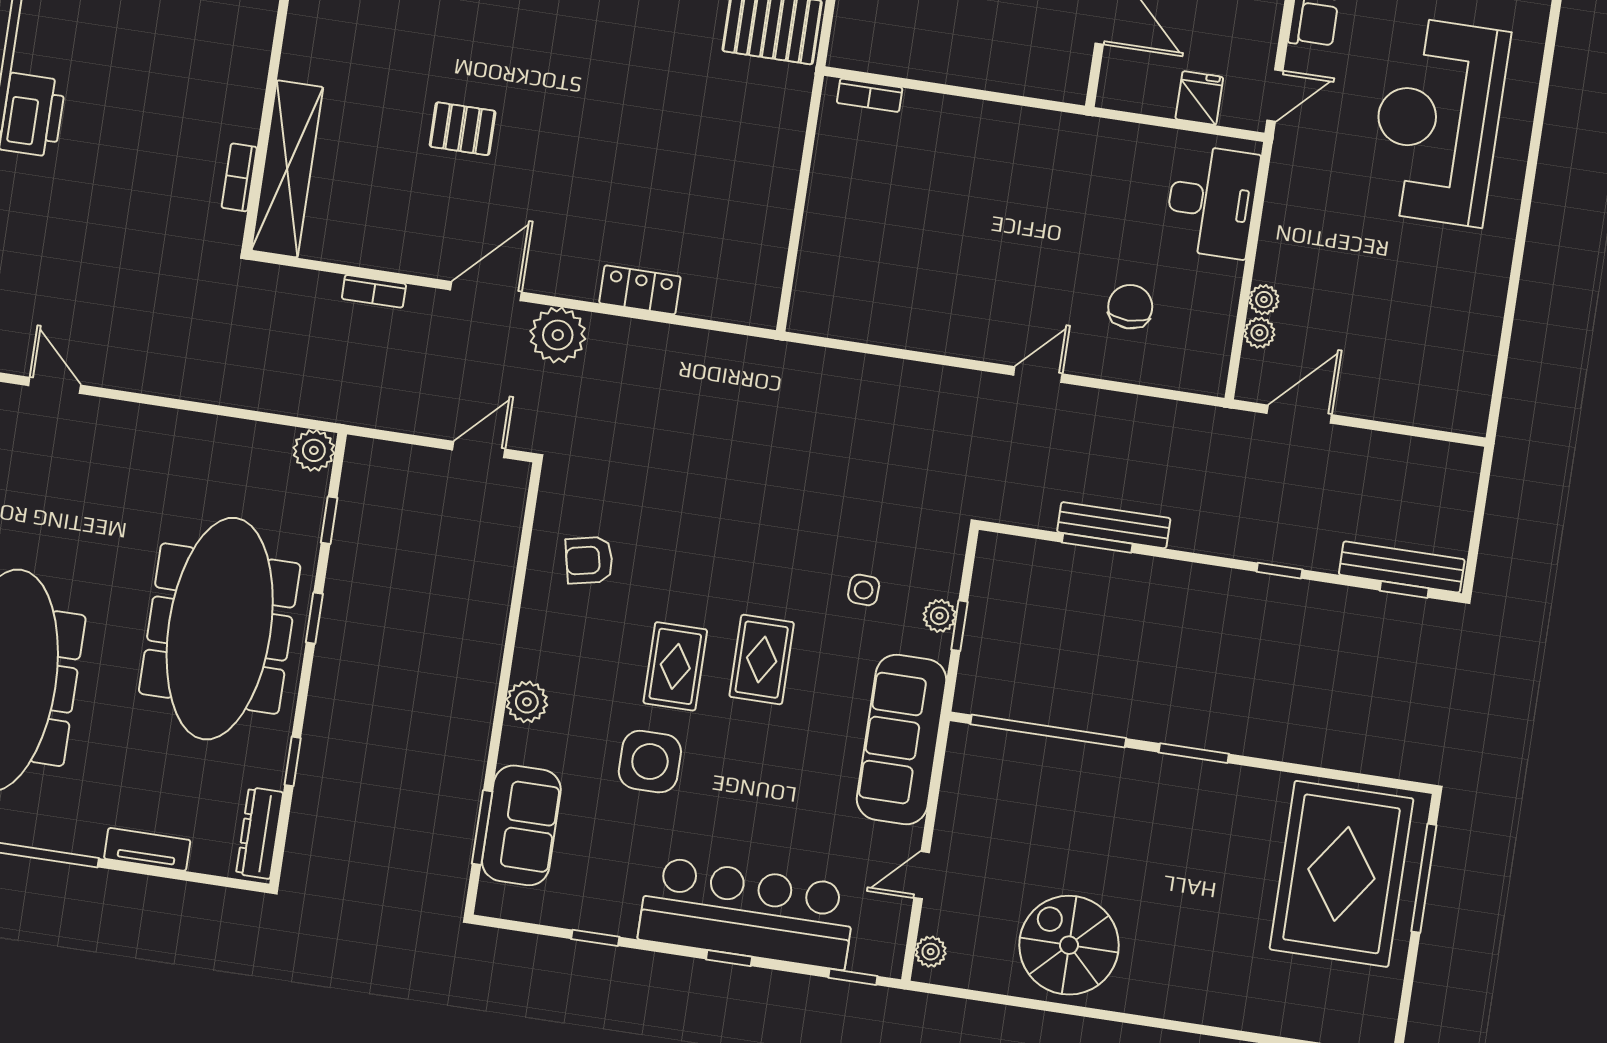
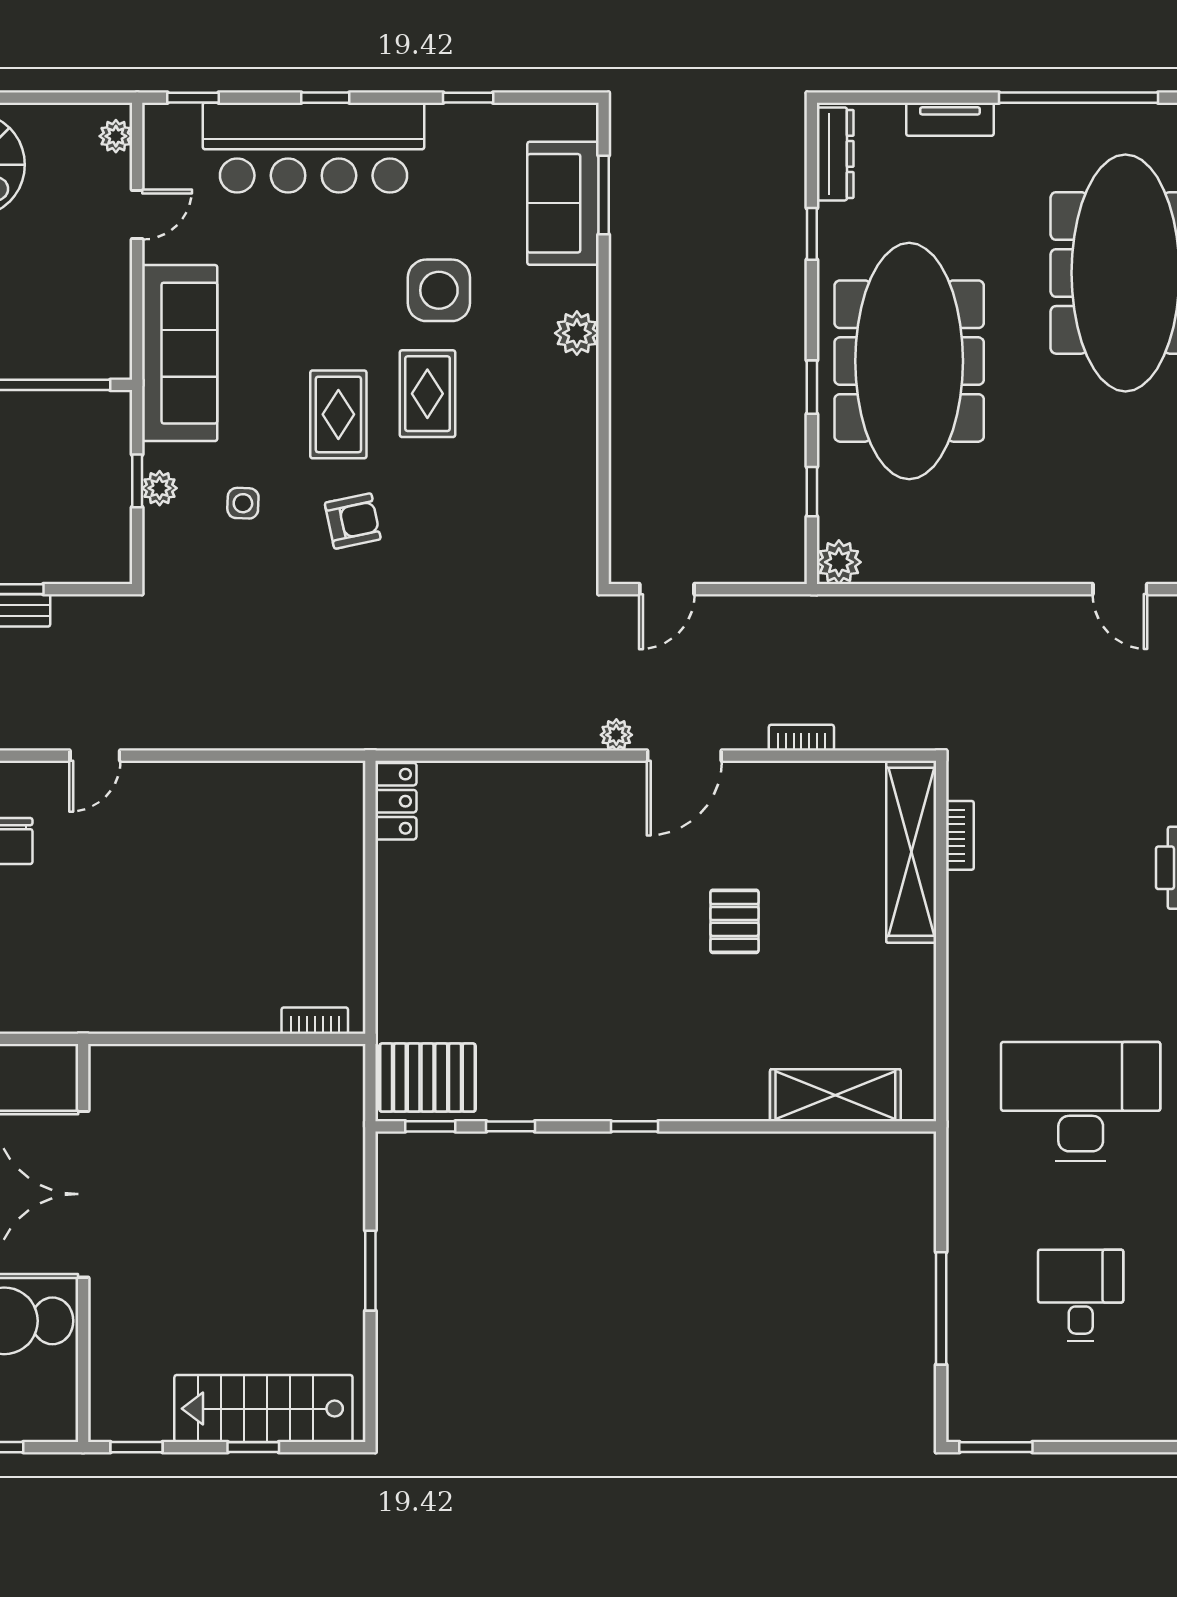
pallet: (463, 129) -> (734, 921), turned 90
locker: (640, 290) -> (396, 801), moved, turned -90
plant: (558, 335) -> (616, 735), width x0.53, depth x0.53
armchair: (589, 560) -> (353, 521), moved

